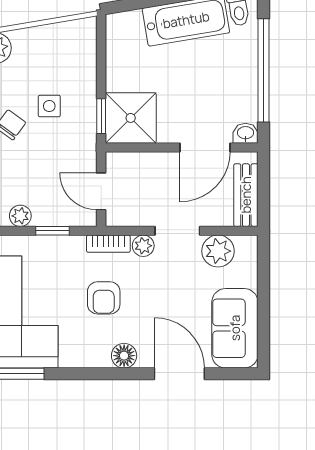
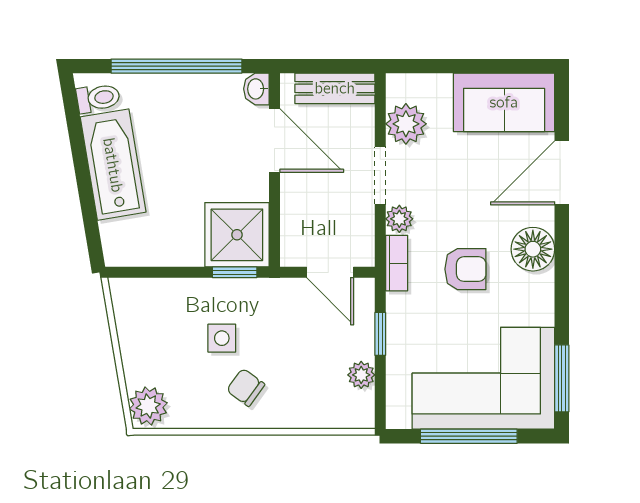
door: (101, 191) -> (330, 272), hinge flipped
floor lamp: (124, 356) -> (533, 249), width x1.38, depth x1.38

